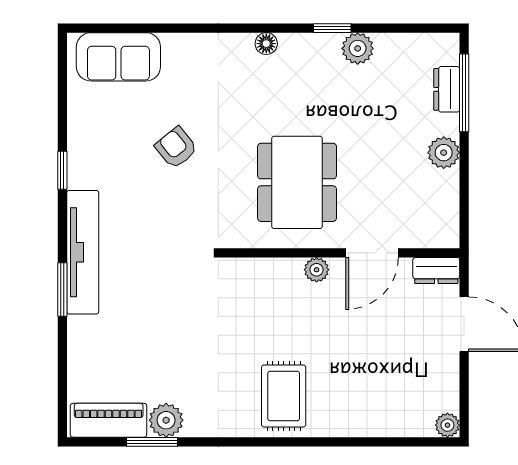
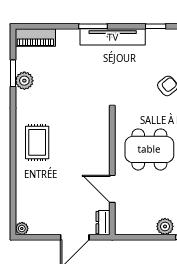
plant: (317, 270) -> (103, 160), removed
rug: (284, 396) -> (37, 142), turned 90
piano: (109, 420) -> (35, 37), moved, turned 90

